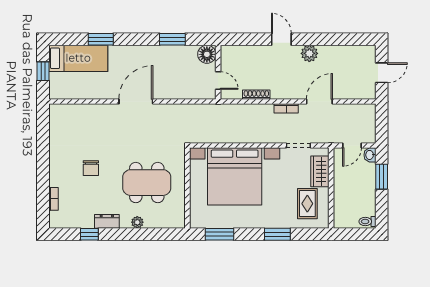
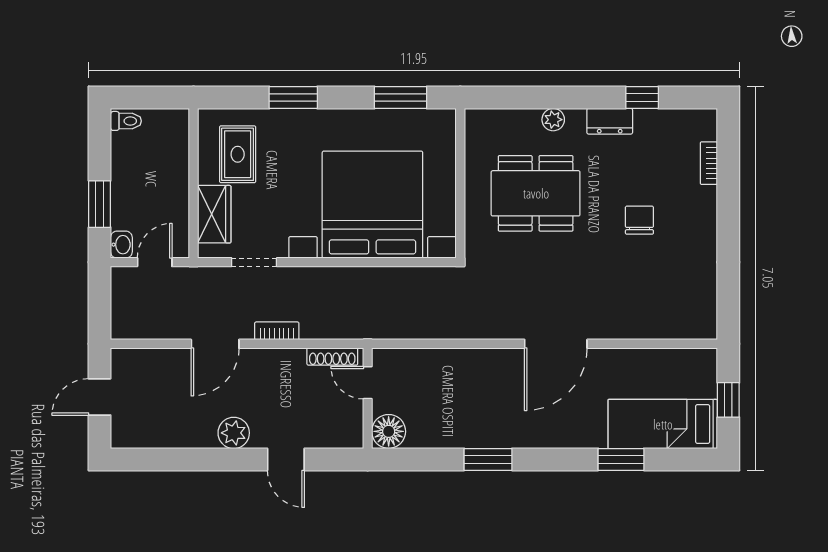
floor lamp: (207, 54) -> (389, 431), moved
wall: (218, 72) -> (368, 398), moved
door: (218, 81) -> (368, 383), moved

